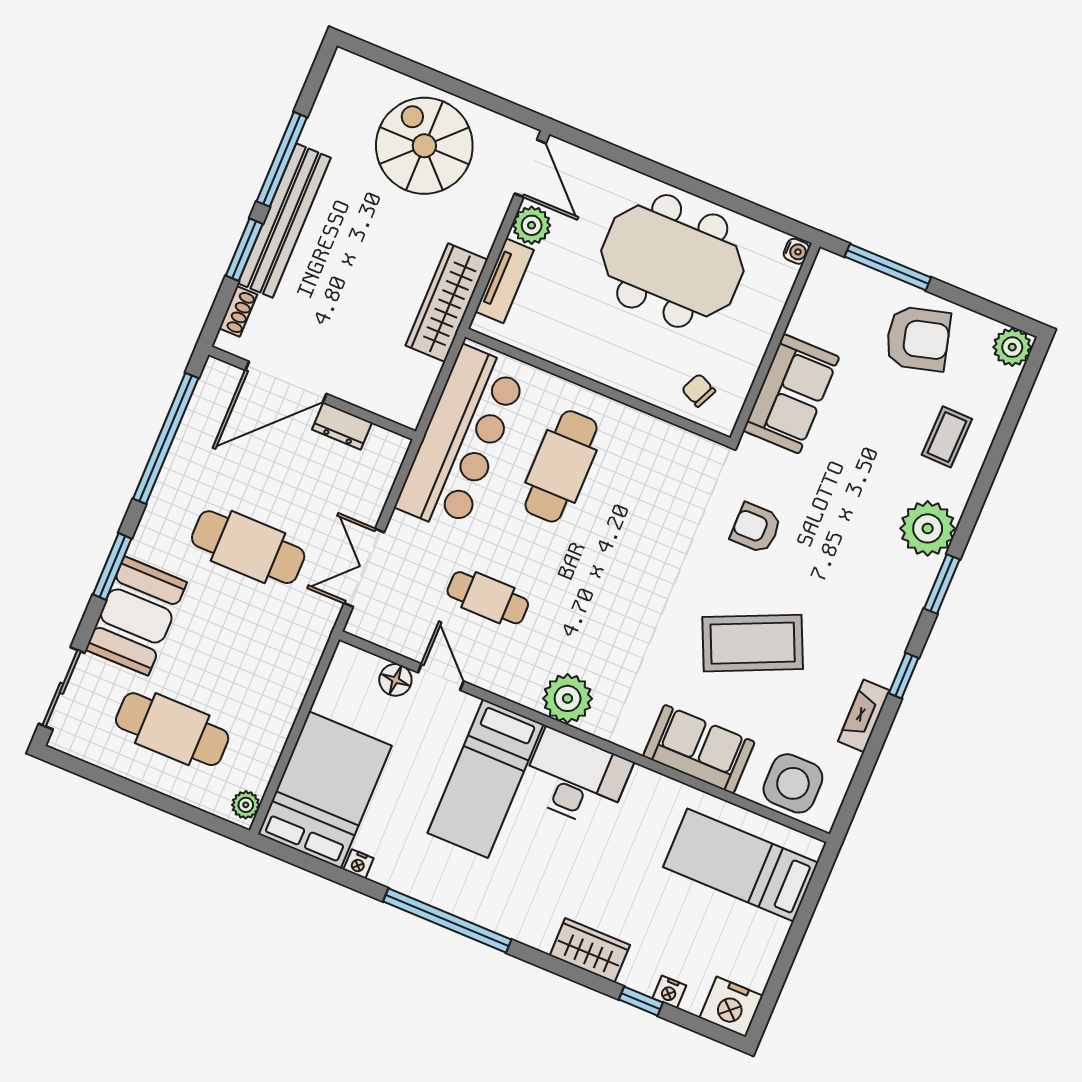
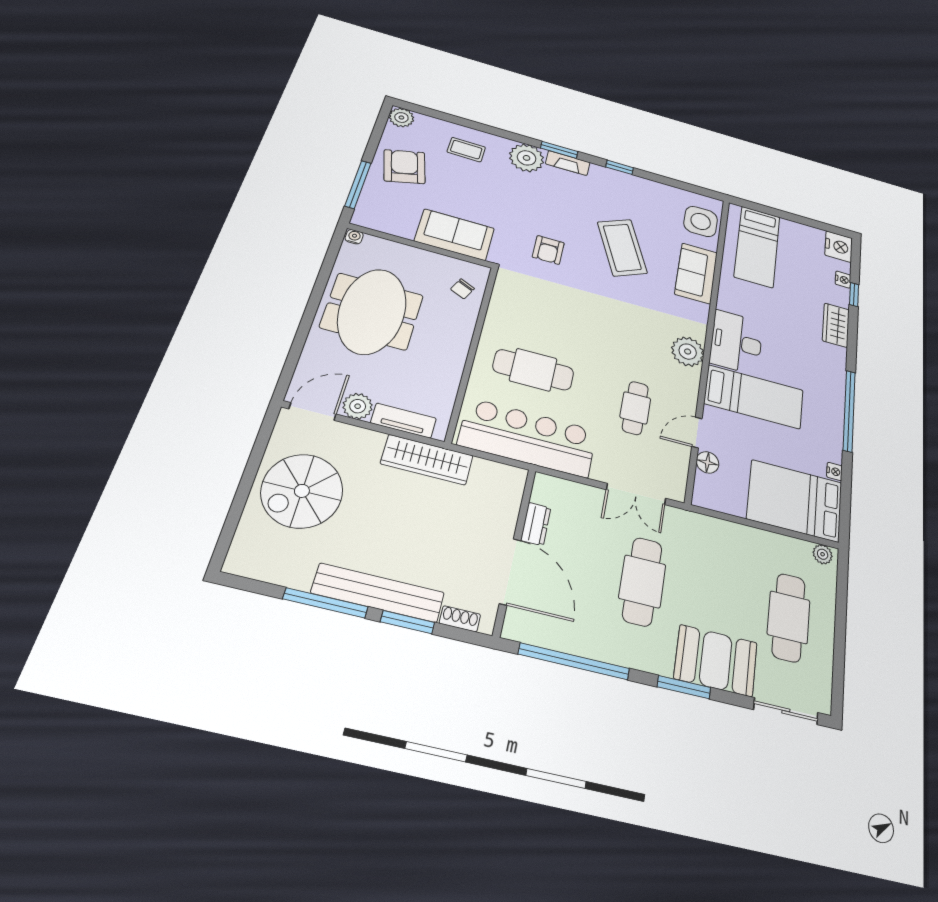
fireplace: (864, 716) -> (568, 163), moved

